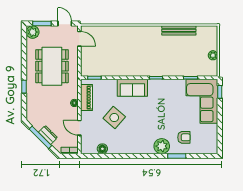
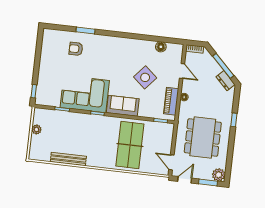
door: (65, 23) -> (185, 180), swing flipped
table tennis table: (121, 51) -> (130, 145), added
corner sofa: (202, 101) -> (85, 94), moved, turned -90
dresser: (48, 135) -> (226, 81), moved
plant: (162, 146) -> (100, 42), removed

